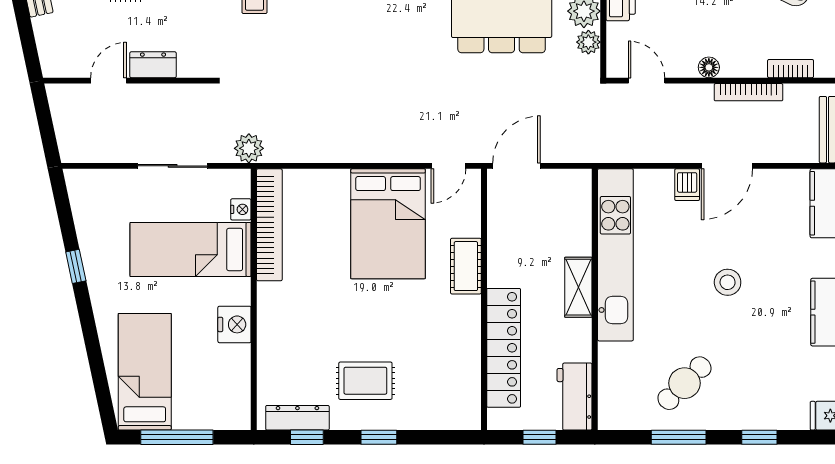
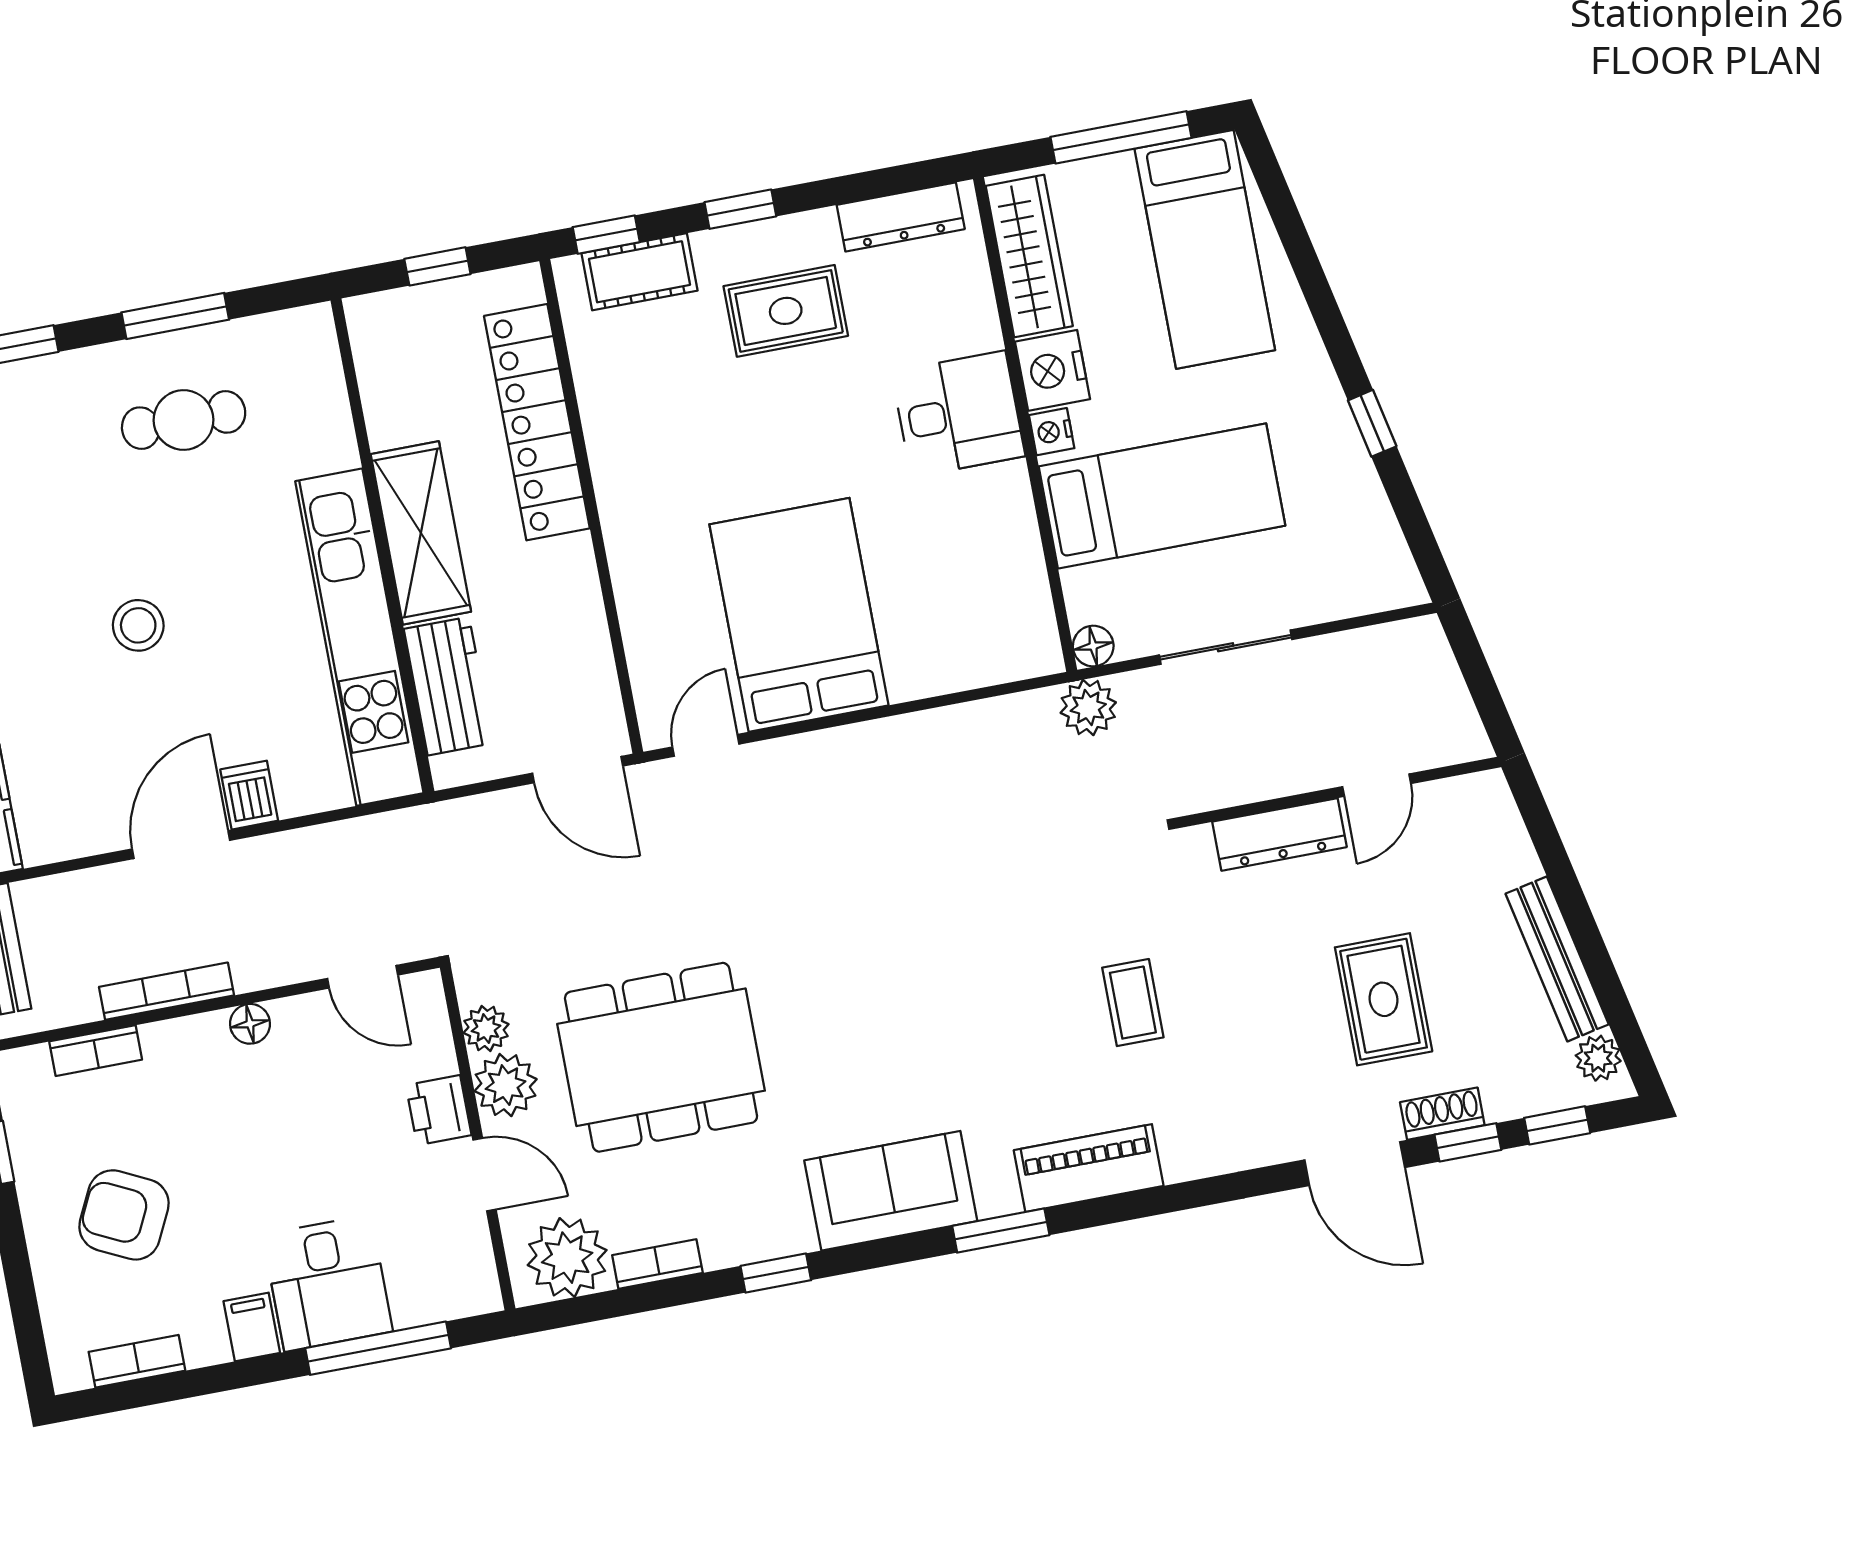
dresser: (153, 65) -> (1279, 834), width x1.44
door: (516, 166) -> (578, 770), hinge flipped
floor lamp: (240, 179) -> (1093, 646), added
nightstand: (241, 209) -> (1052, 432), moved
bookcase: (269, 225) -> (1022, 571), removed
cot: (466, 266) -> (640, 272), moved, turned 90
shelving: (578, 287) -> (421, 533), width x1.50, depth x1.33
desk: (287, 311) -> (958, 414), added
cafe table: (684, 383) -> (184, 420), turned 45
wardrobe: (235, 385) -> (1029, 256), added
workbench: (575, 397) -> (448, 686), moved
window: (307, 437) -> (606, 235), moved

